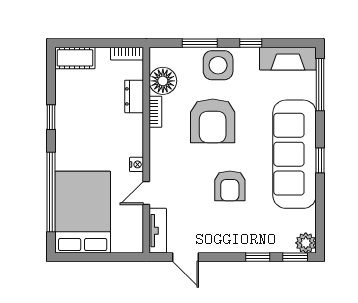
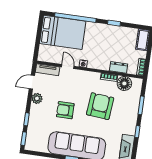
side table: (218, 65) -> (128, 113), removed
armchair: (213, 121) -> (100, 106), turned 95
plant: (306, 243) -> (37, 98), moved

